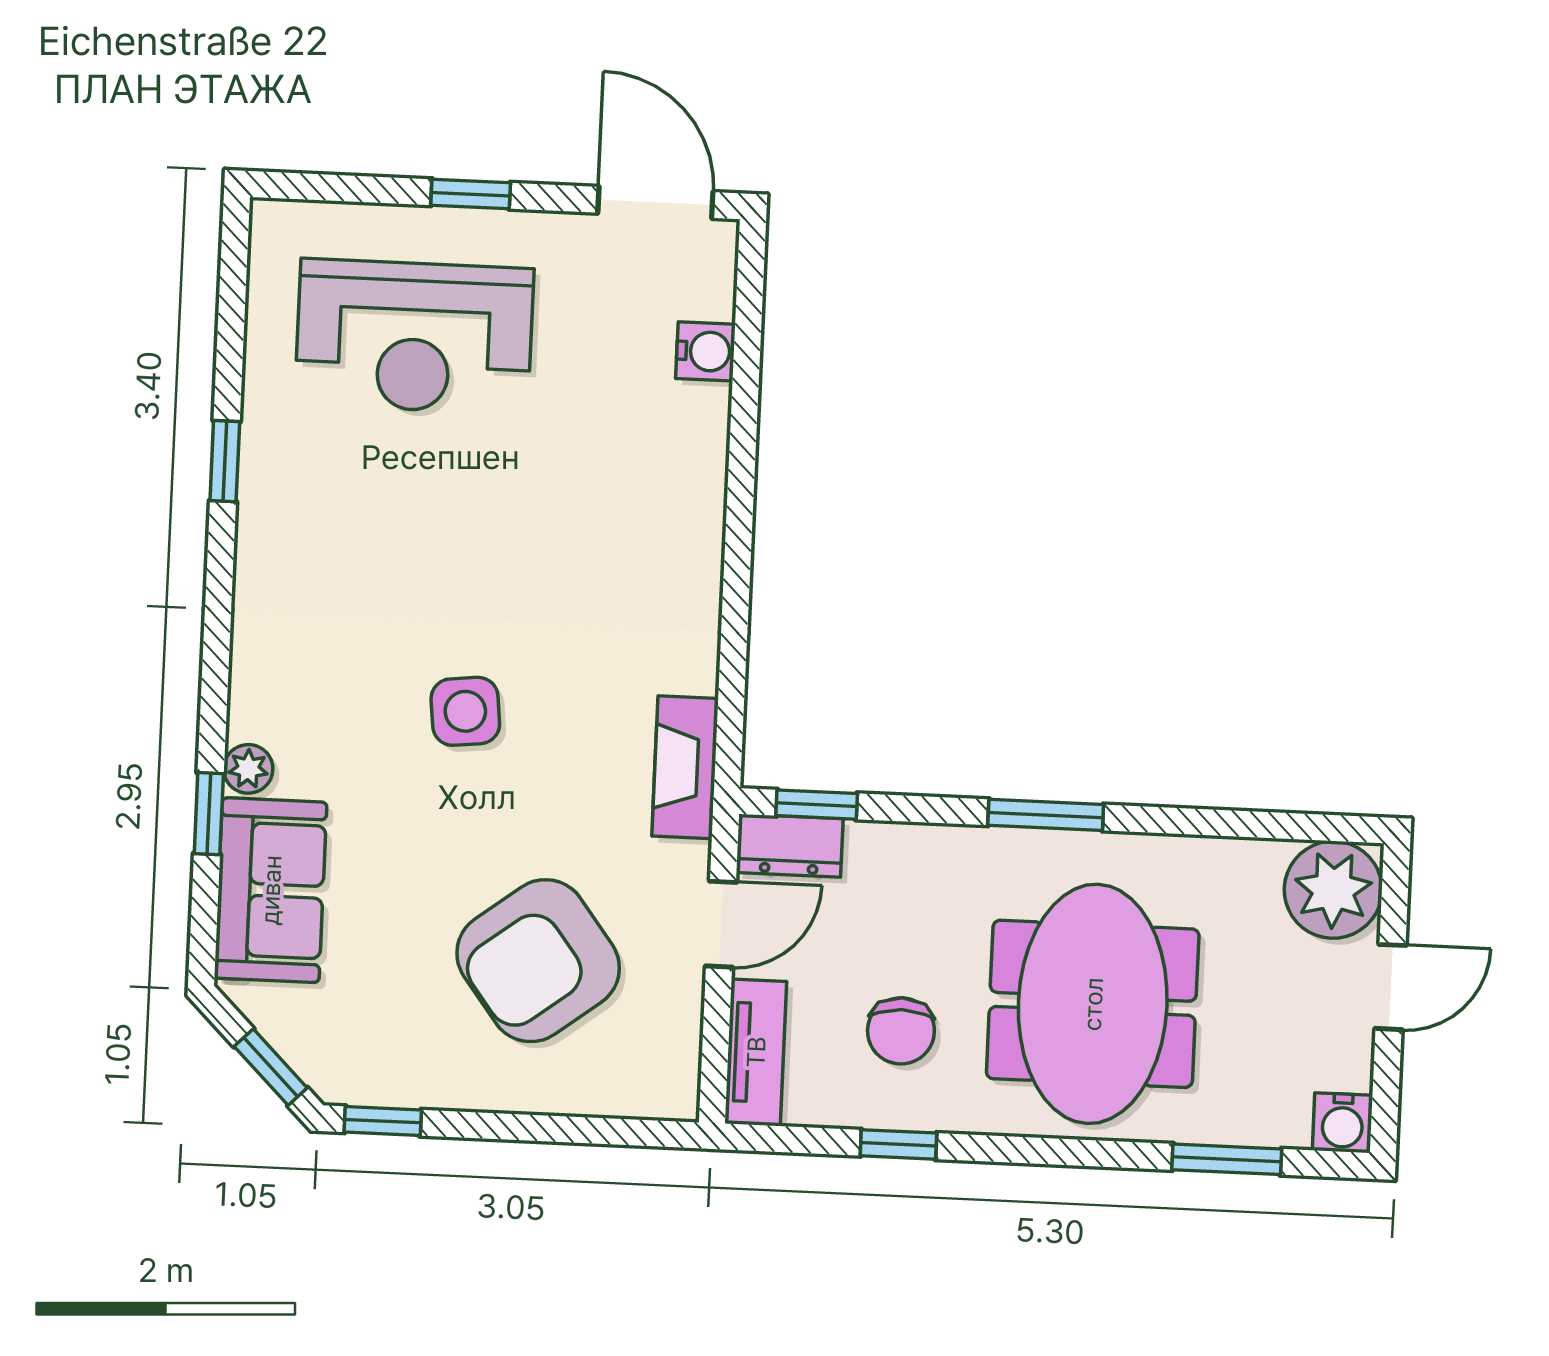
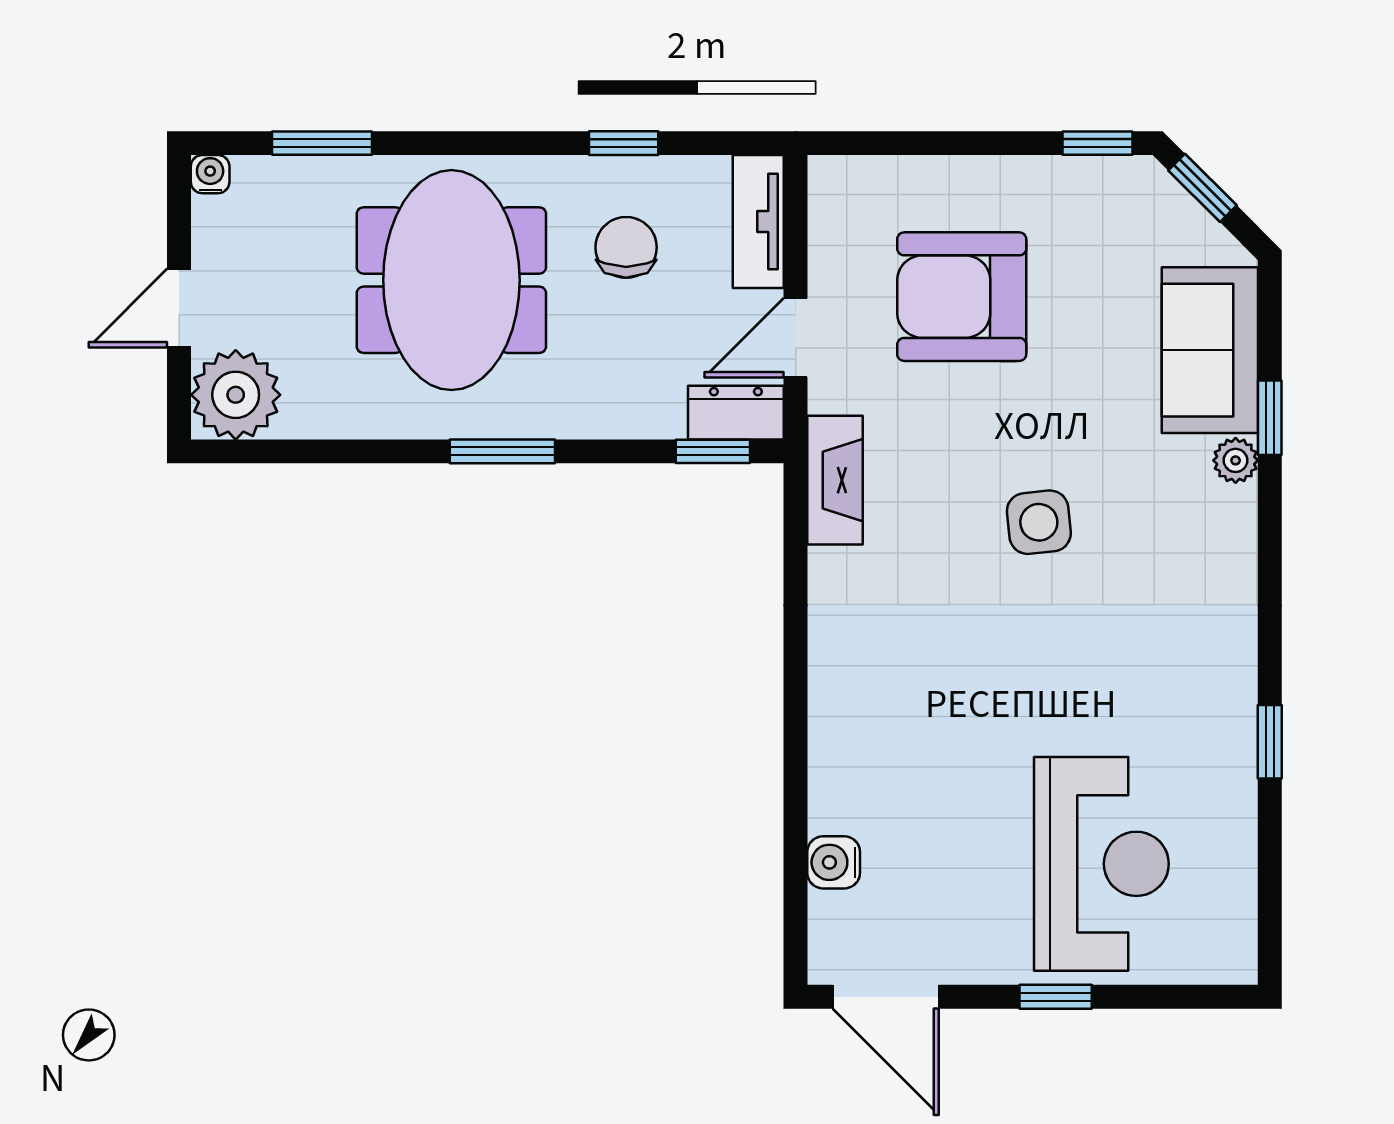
reception desk: (414, 336) -> (1101, 864), turned 90
armchair: (538, 961) -> (962, 297), turned -143
water cooler: (1342, 1123) -> (210, 174), width x0.72, depth x0.72

